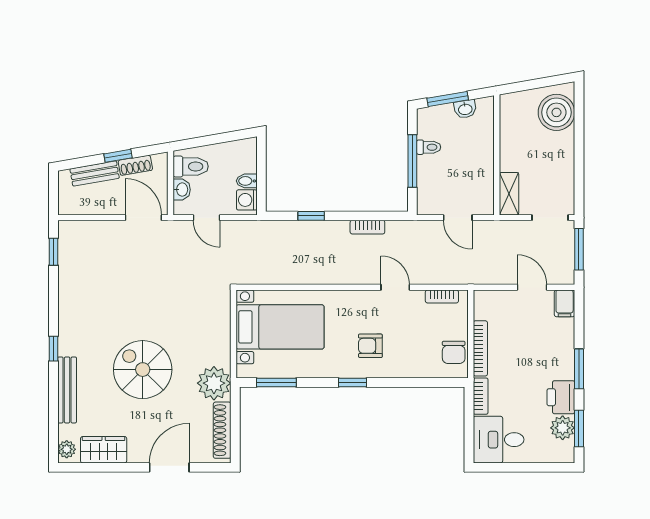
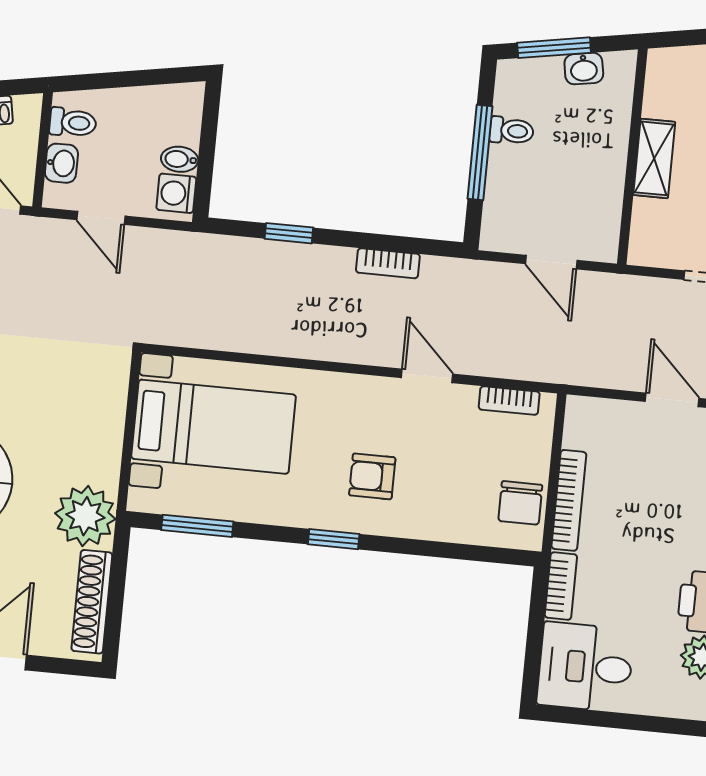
toilet: (191, 166) -> (73, 123), width x0.73, depth x0.72
shelving: (509, 194) -> (654, 158), moved

